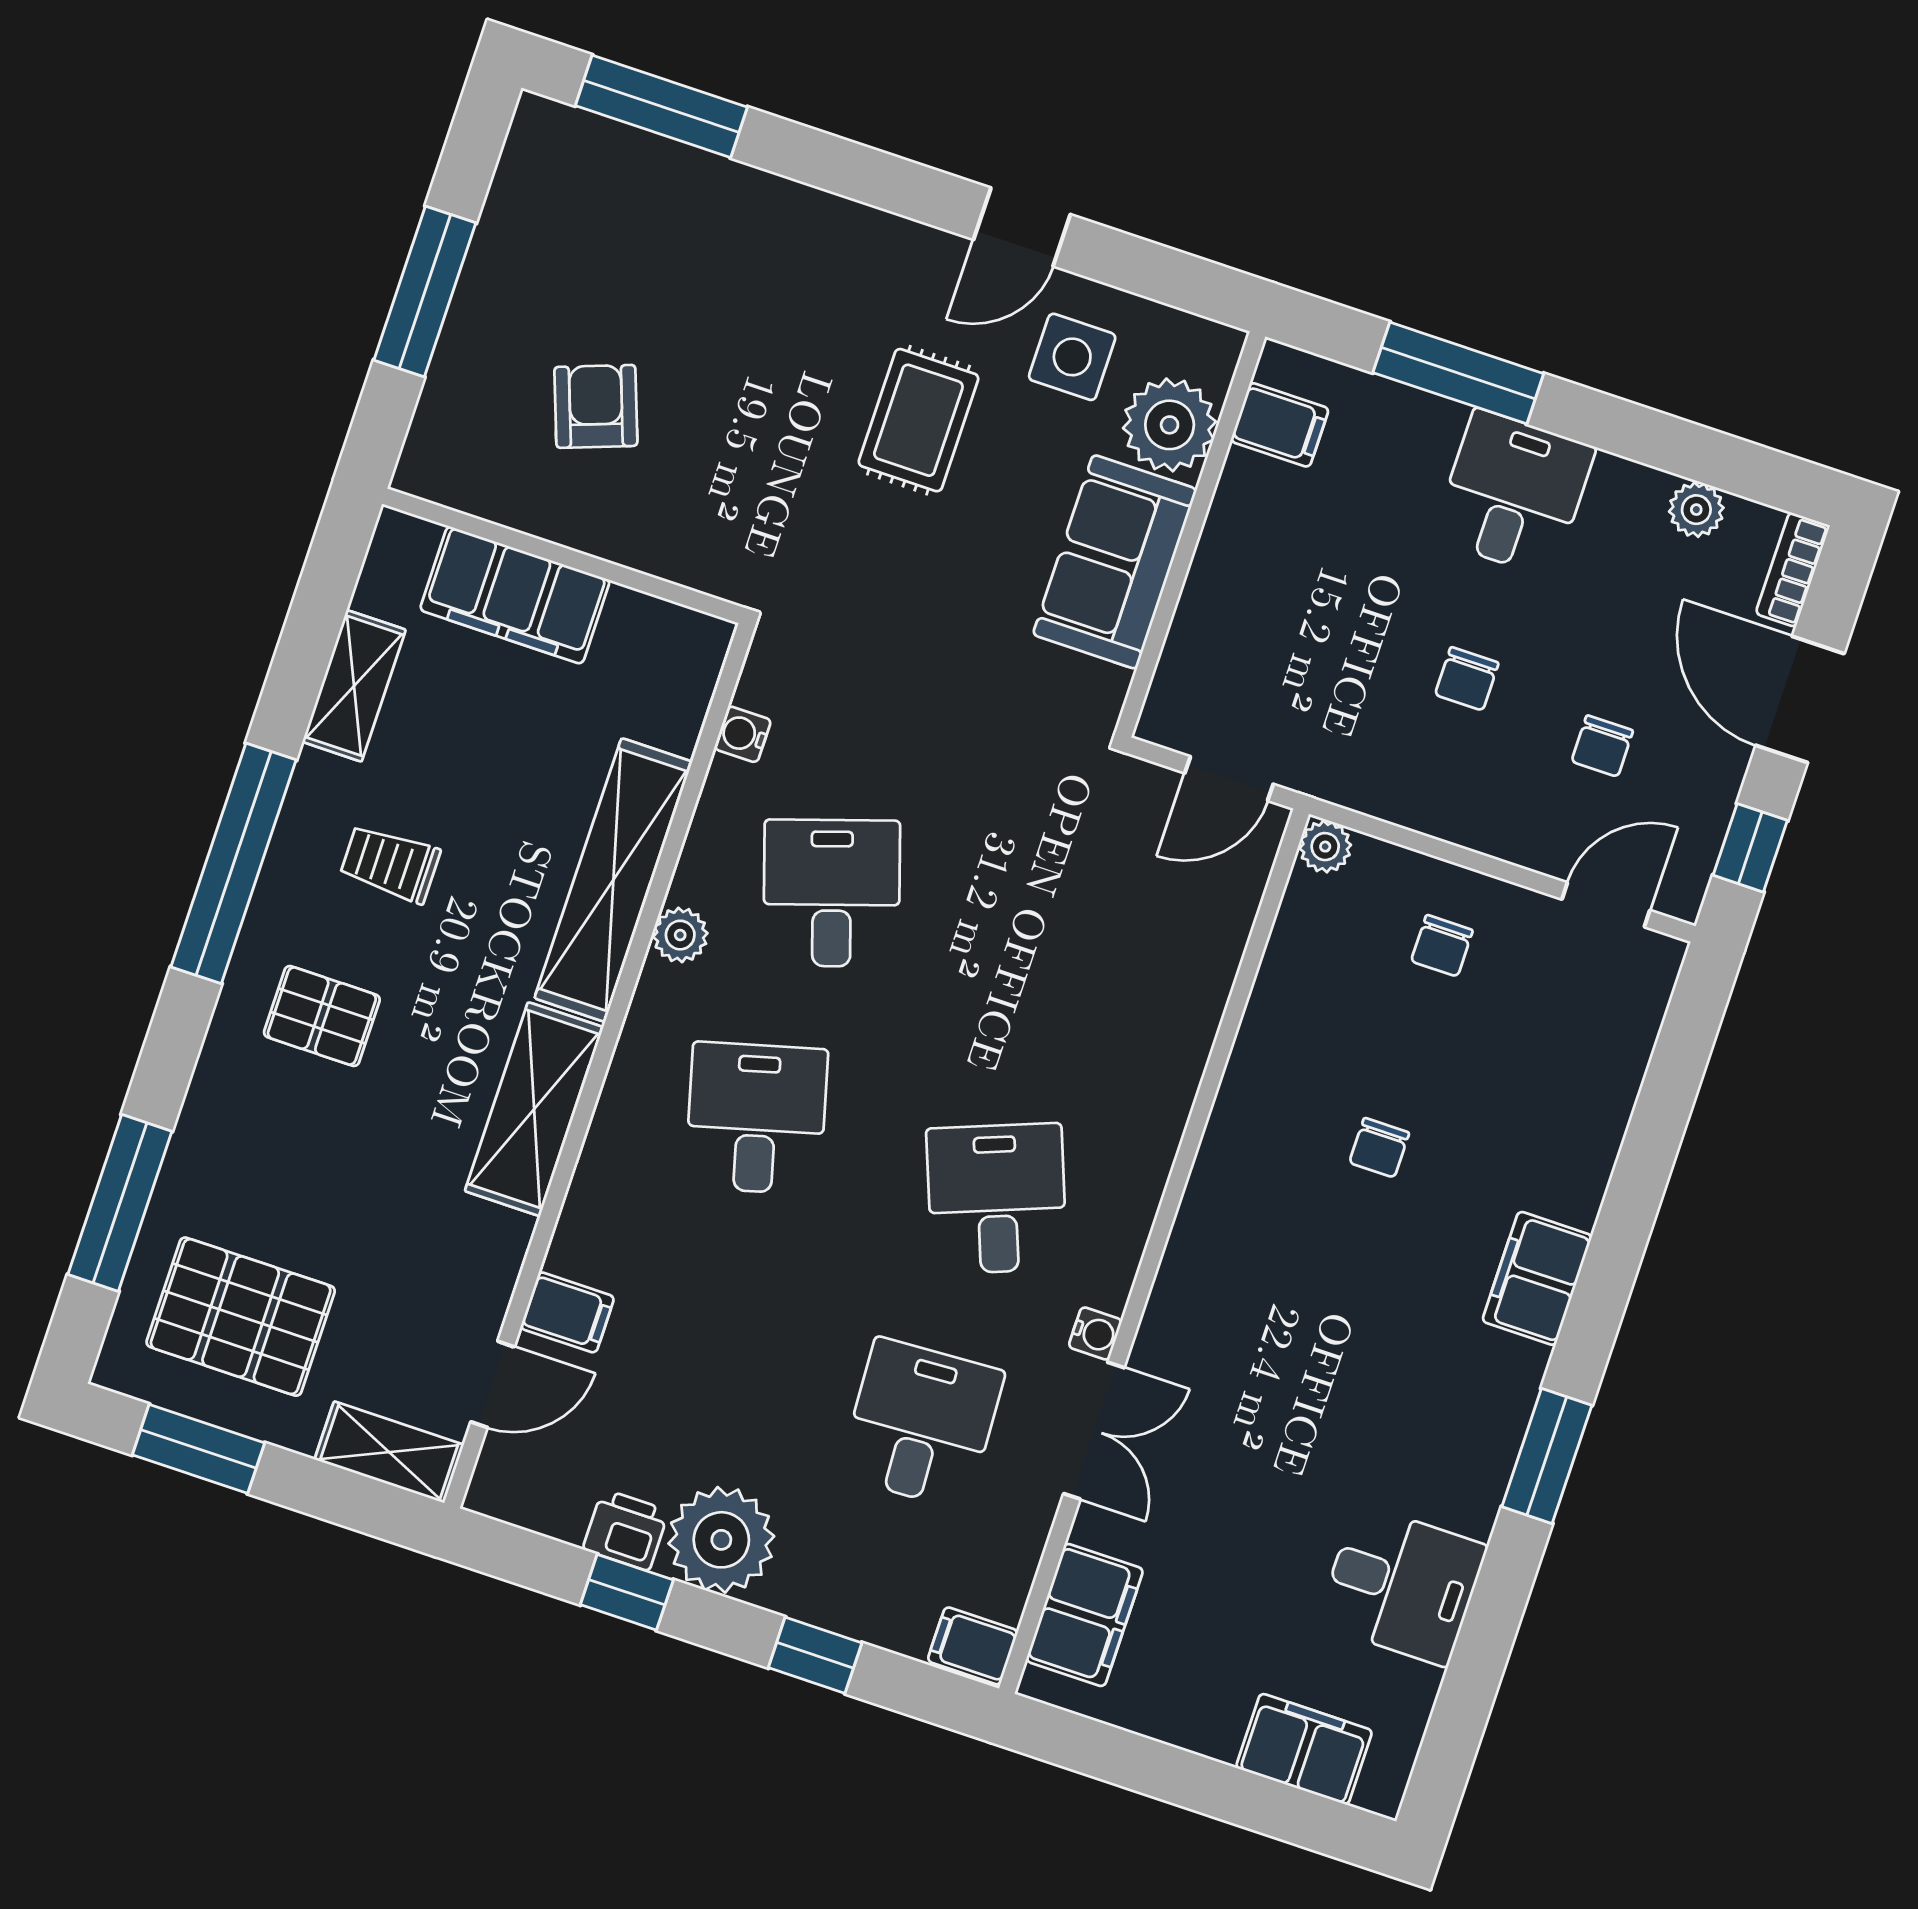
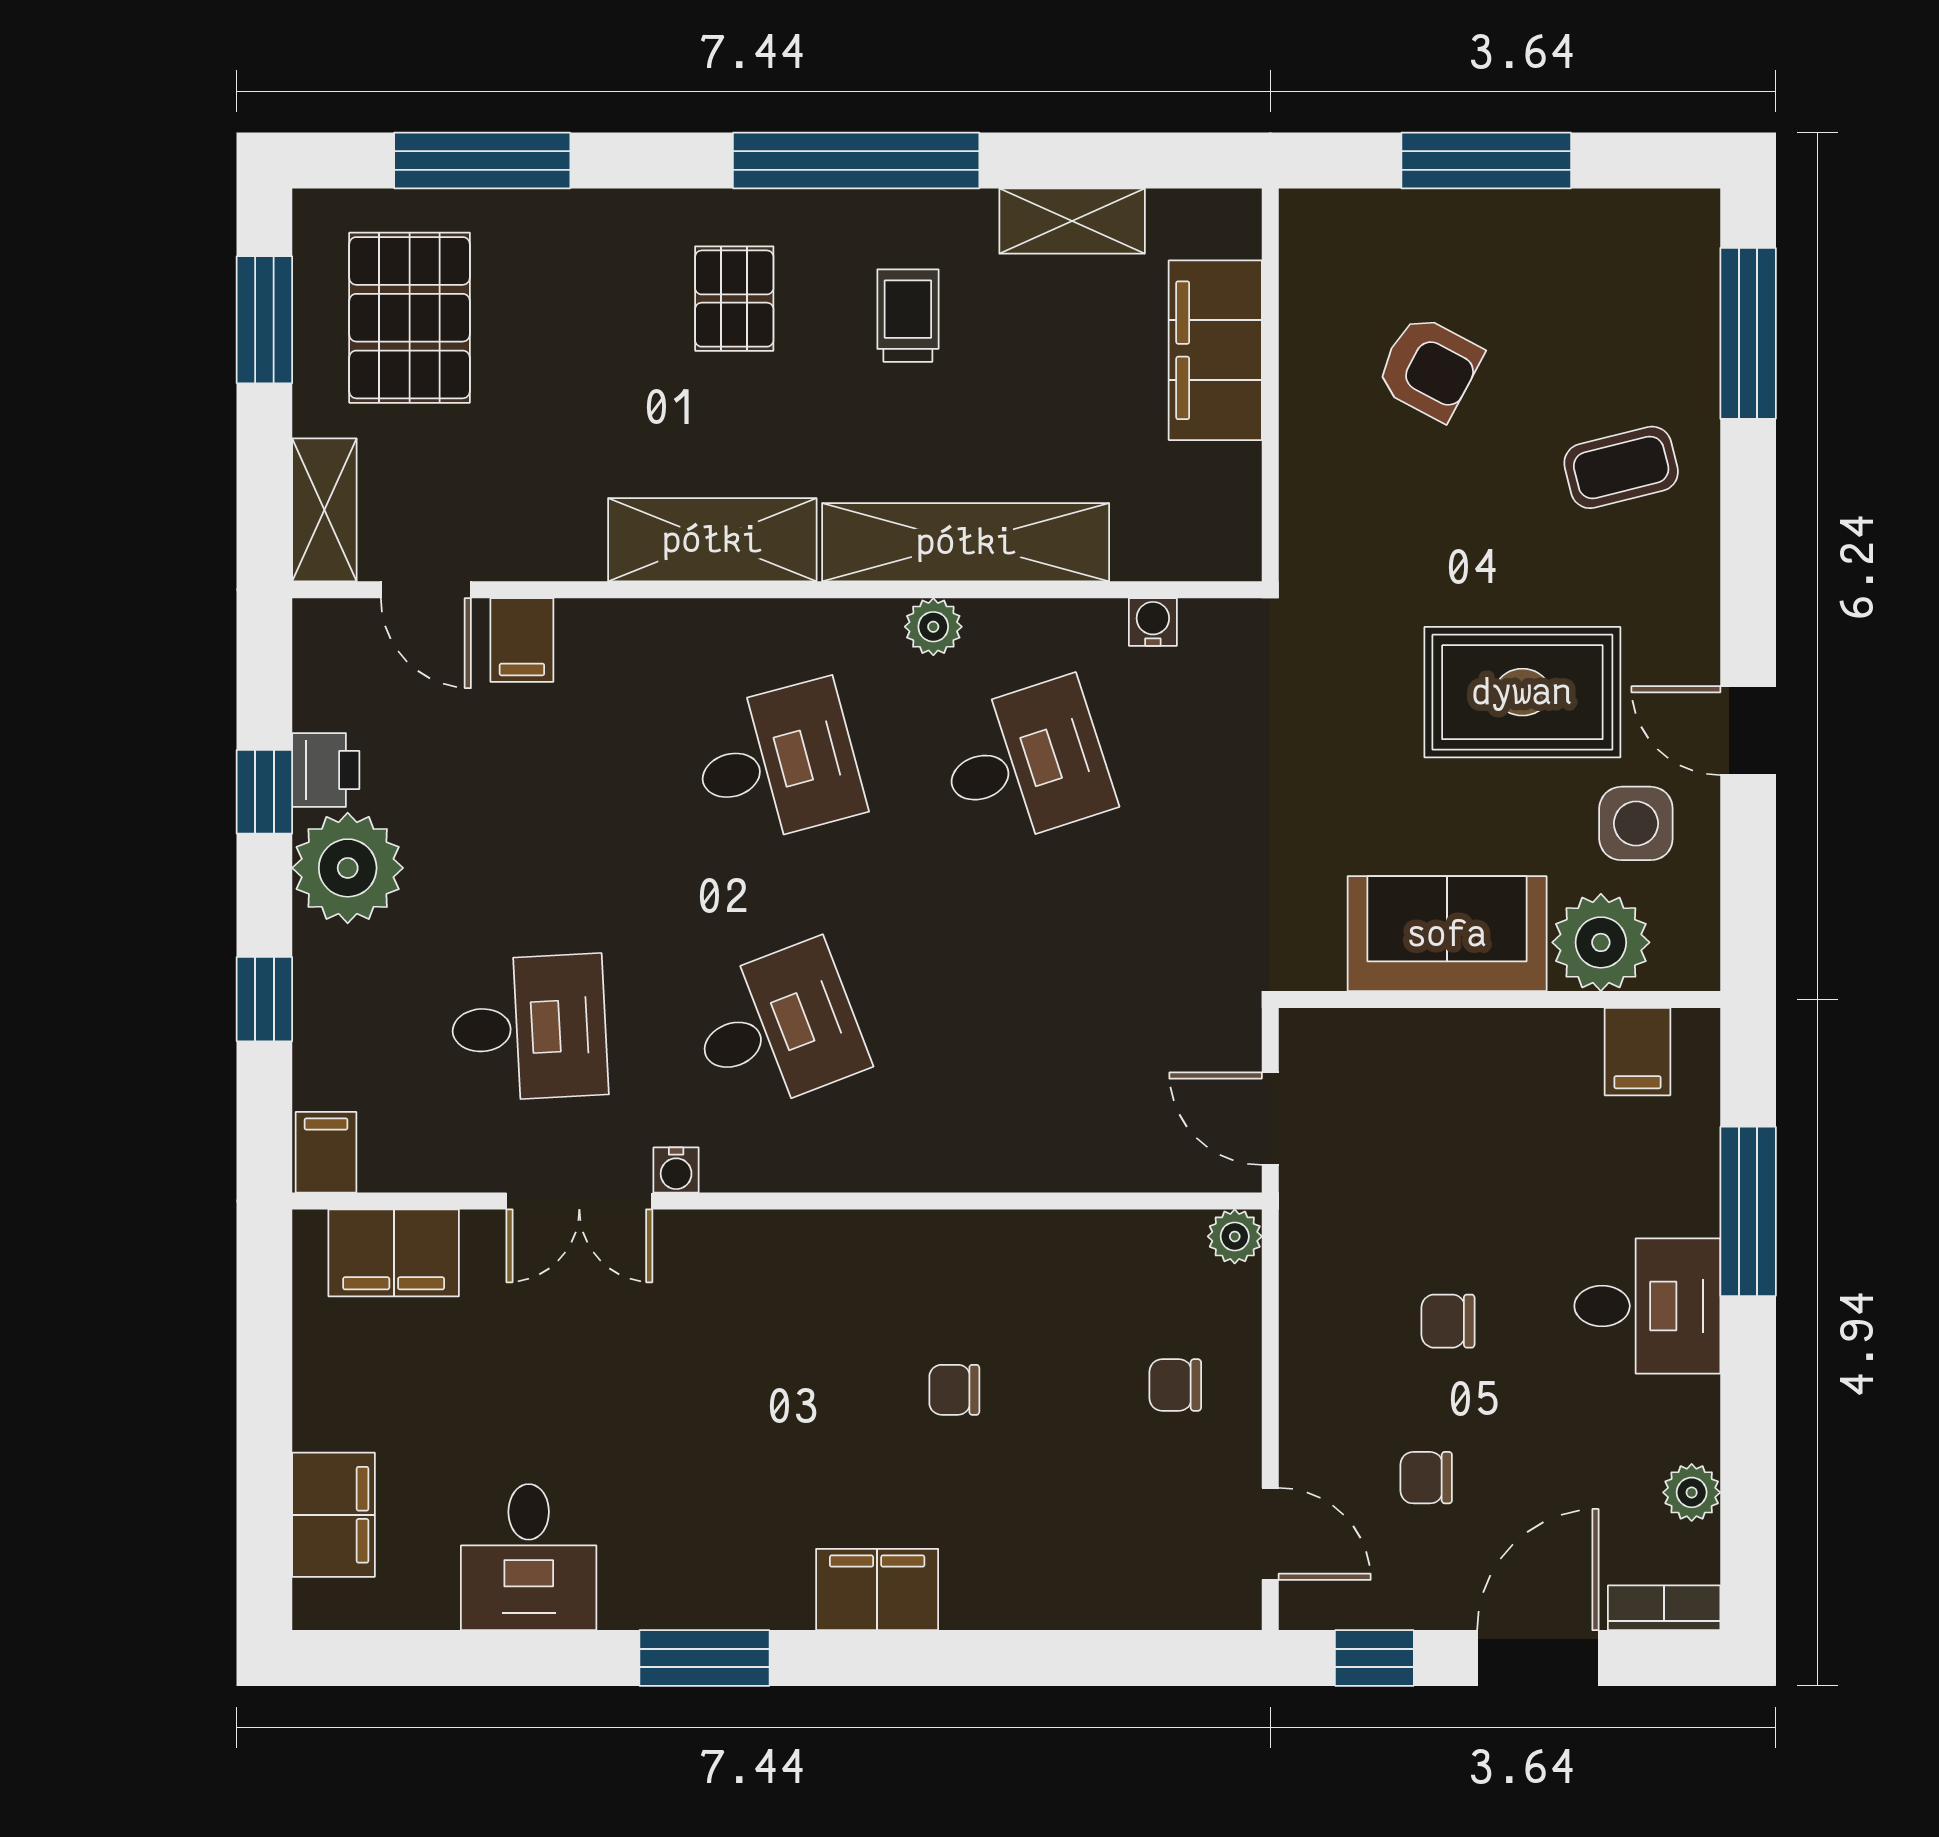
coffee table: (745, 262) -> (1621, 467), added
armchair: (596, 406) -> (1429, 368), turned 48
rug: (918, 420) -> (1522, 692), width x1.36, depth x1.43

